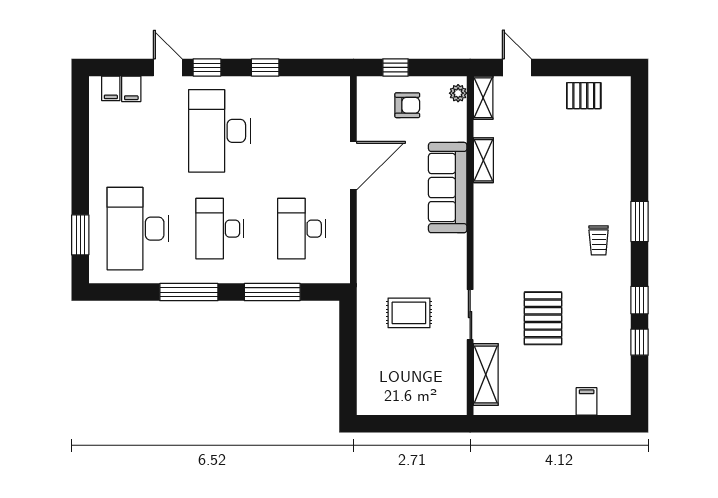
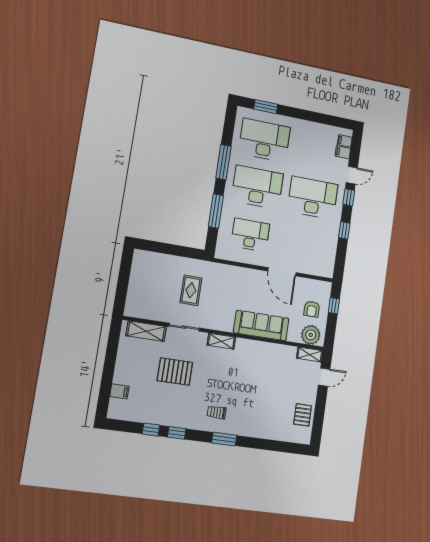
plant: (458, 93) -> (311, 335), width x1.87, depth x1.87
shelving: (483, 160) -> (221, 341), moved
desk: (220, 229) -> (257, 187), width x1.36, depth x1.30

